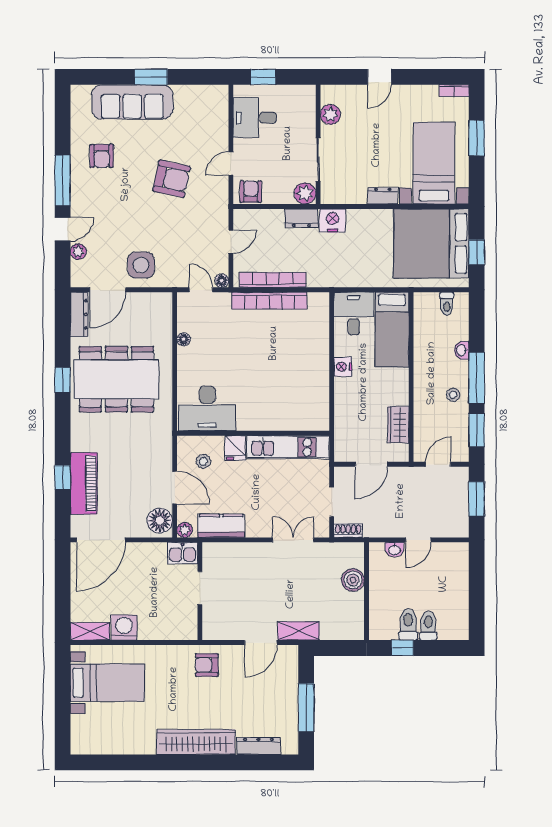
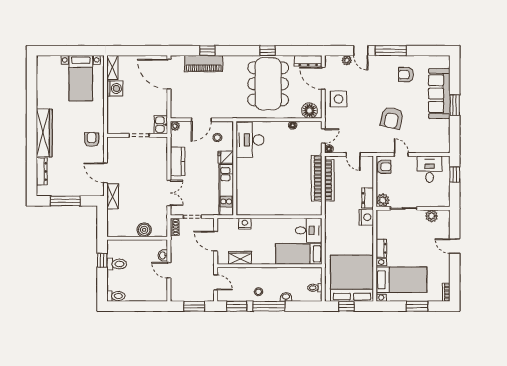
nightstand: (343, 367) -> (245, 224), moved
floor lamp: (160, 521) -> (310, 111), moved
kitchen counter: (221, 526) -> (178, 161), moved
toilet: (428, 626) -> (116, 296), moved

